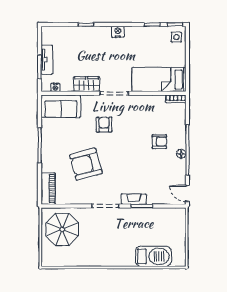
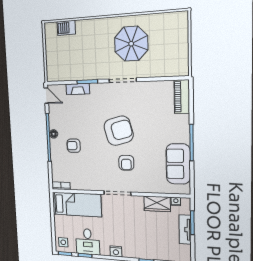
desk: (148, 40) -> (88, 242), added
wardrobe: (87, 84) -> (157, 204), moved
sofa: (61, 106) -> (178, 164), moved, turned -90
armchair: (86, 164) -> (119, 131), moved
fireplace: (134, 199) -> (78, 89), moved
parasol: (62, 229) -> (131, 44), moved
barbecue: (153, 256) -> (66, 28), width x0.53, depth x0.65

